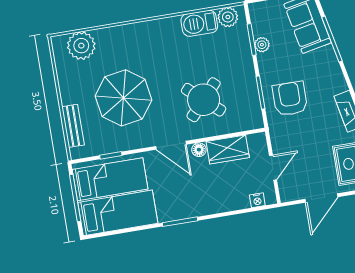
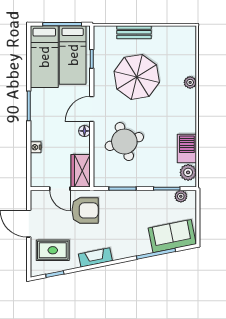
plant: (262, 45) -> (181, 196), moved
plant: (81, 46) -> (190, 82), moved, width x0.53, depth x0.53
armchair: (290, 99) -> (85, 210), moved
round table: (204, 100) -> (124, 142), turned 31
bench: (73, 126) -> (134, 32), moved
wardrobe: (228, 150) -> (81, 171), moved
nightstand: (257, 200) -> (36, 147), moved

